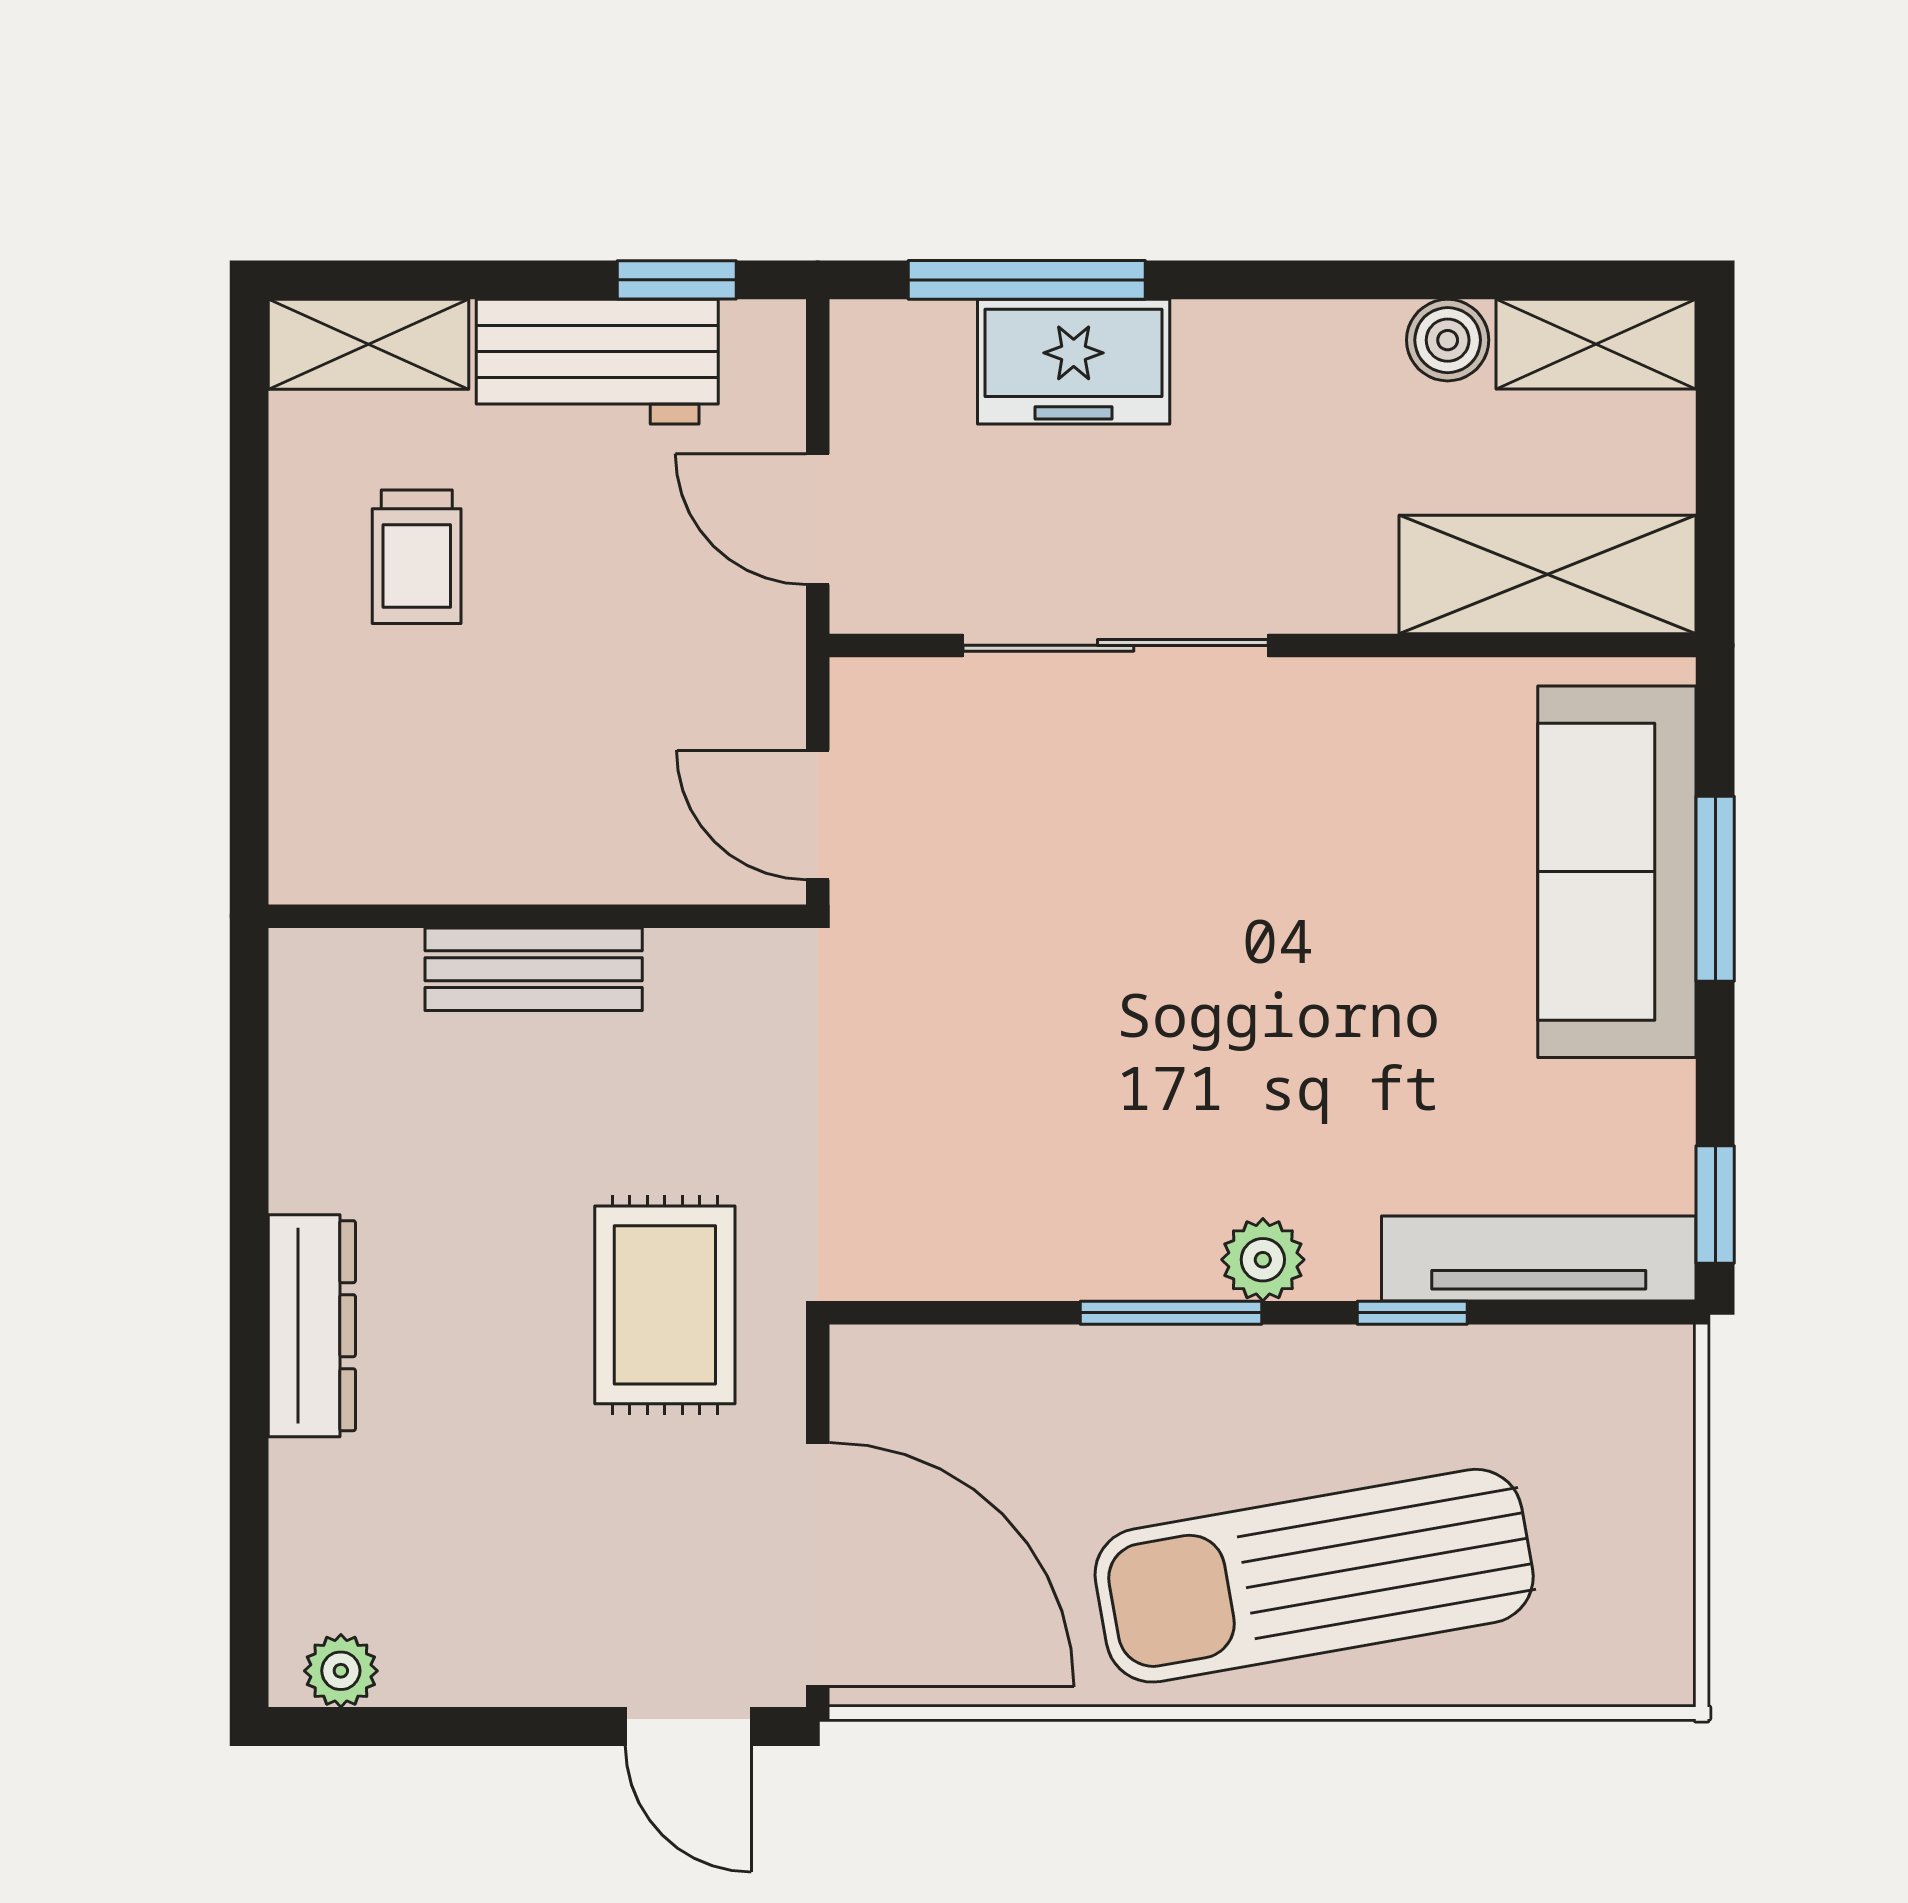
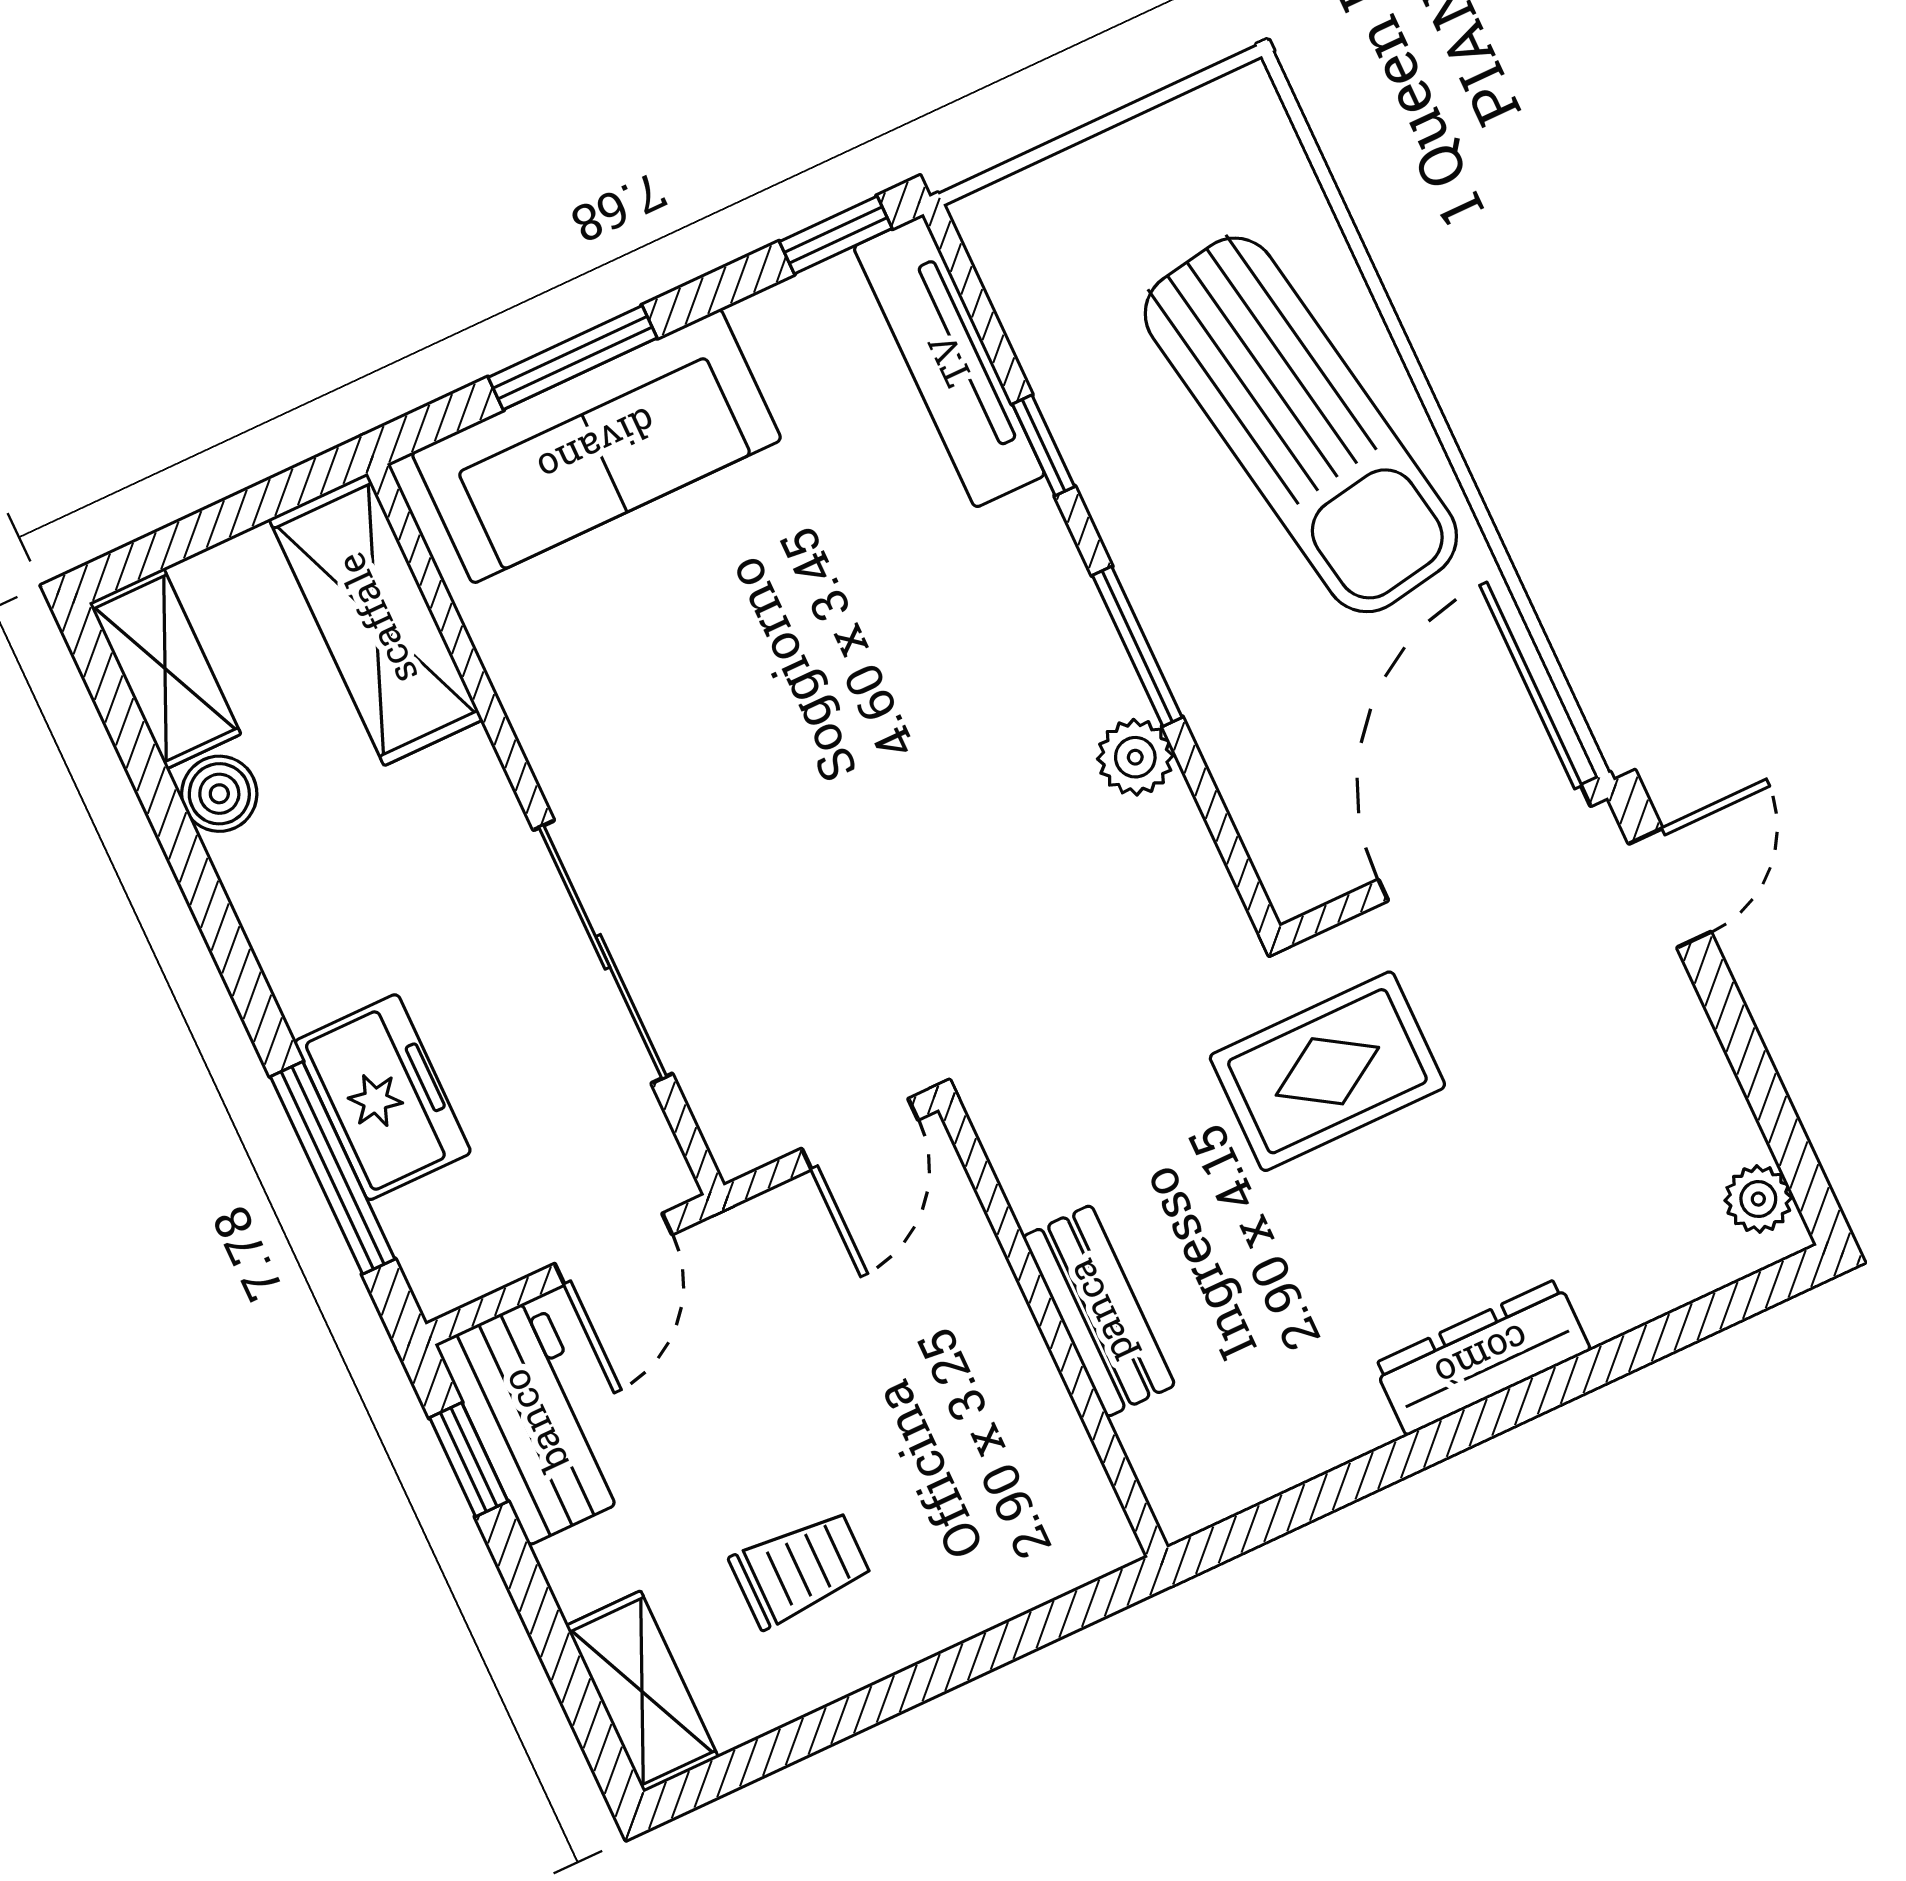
workbench: (597, 362) -> (534, 1421), moved
plant: (1263, 1260) -> (1135, 757), moved

